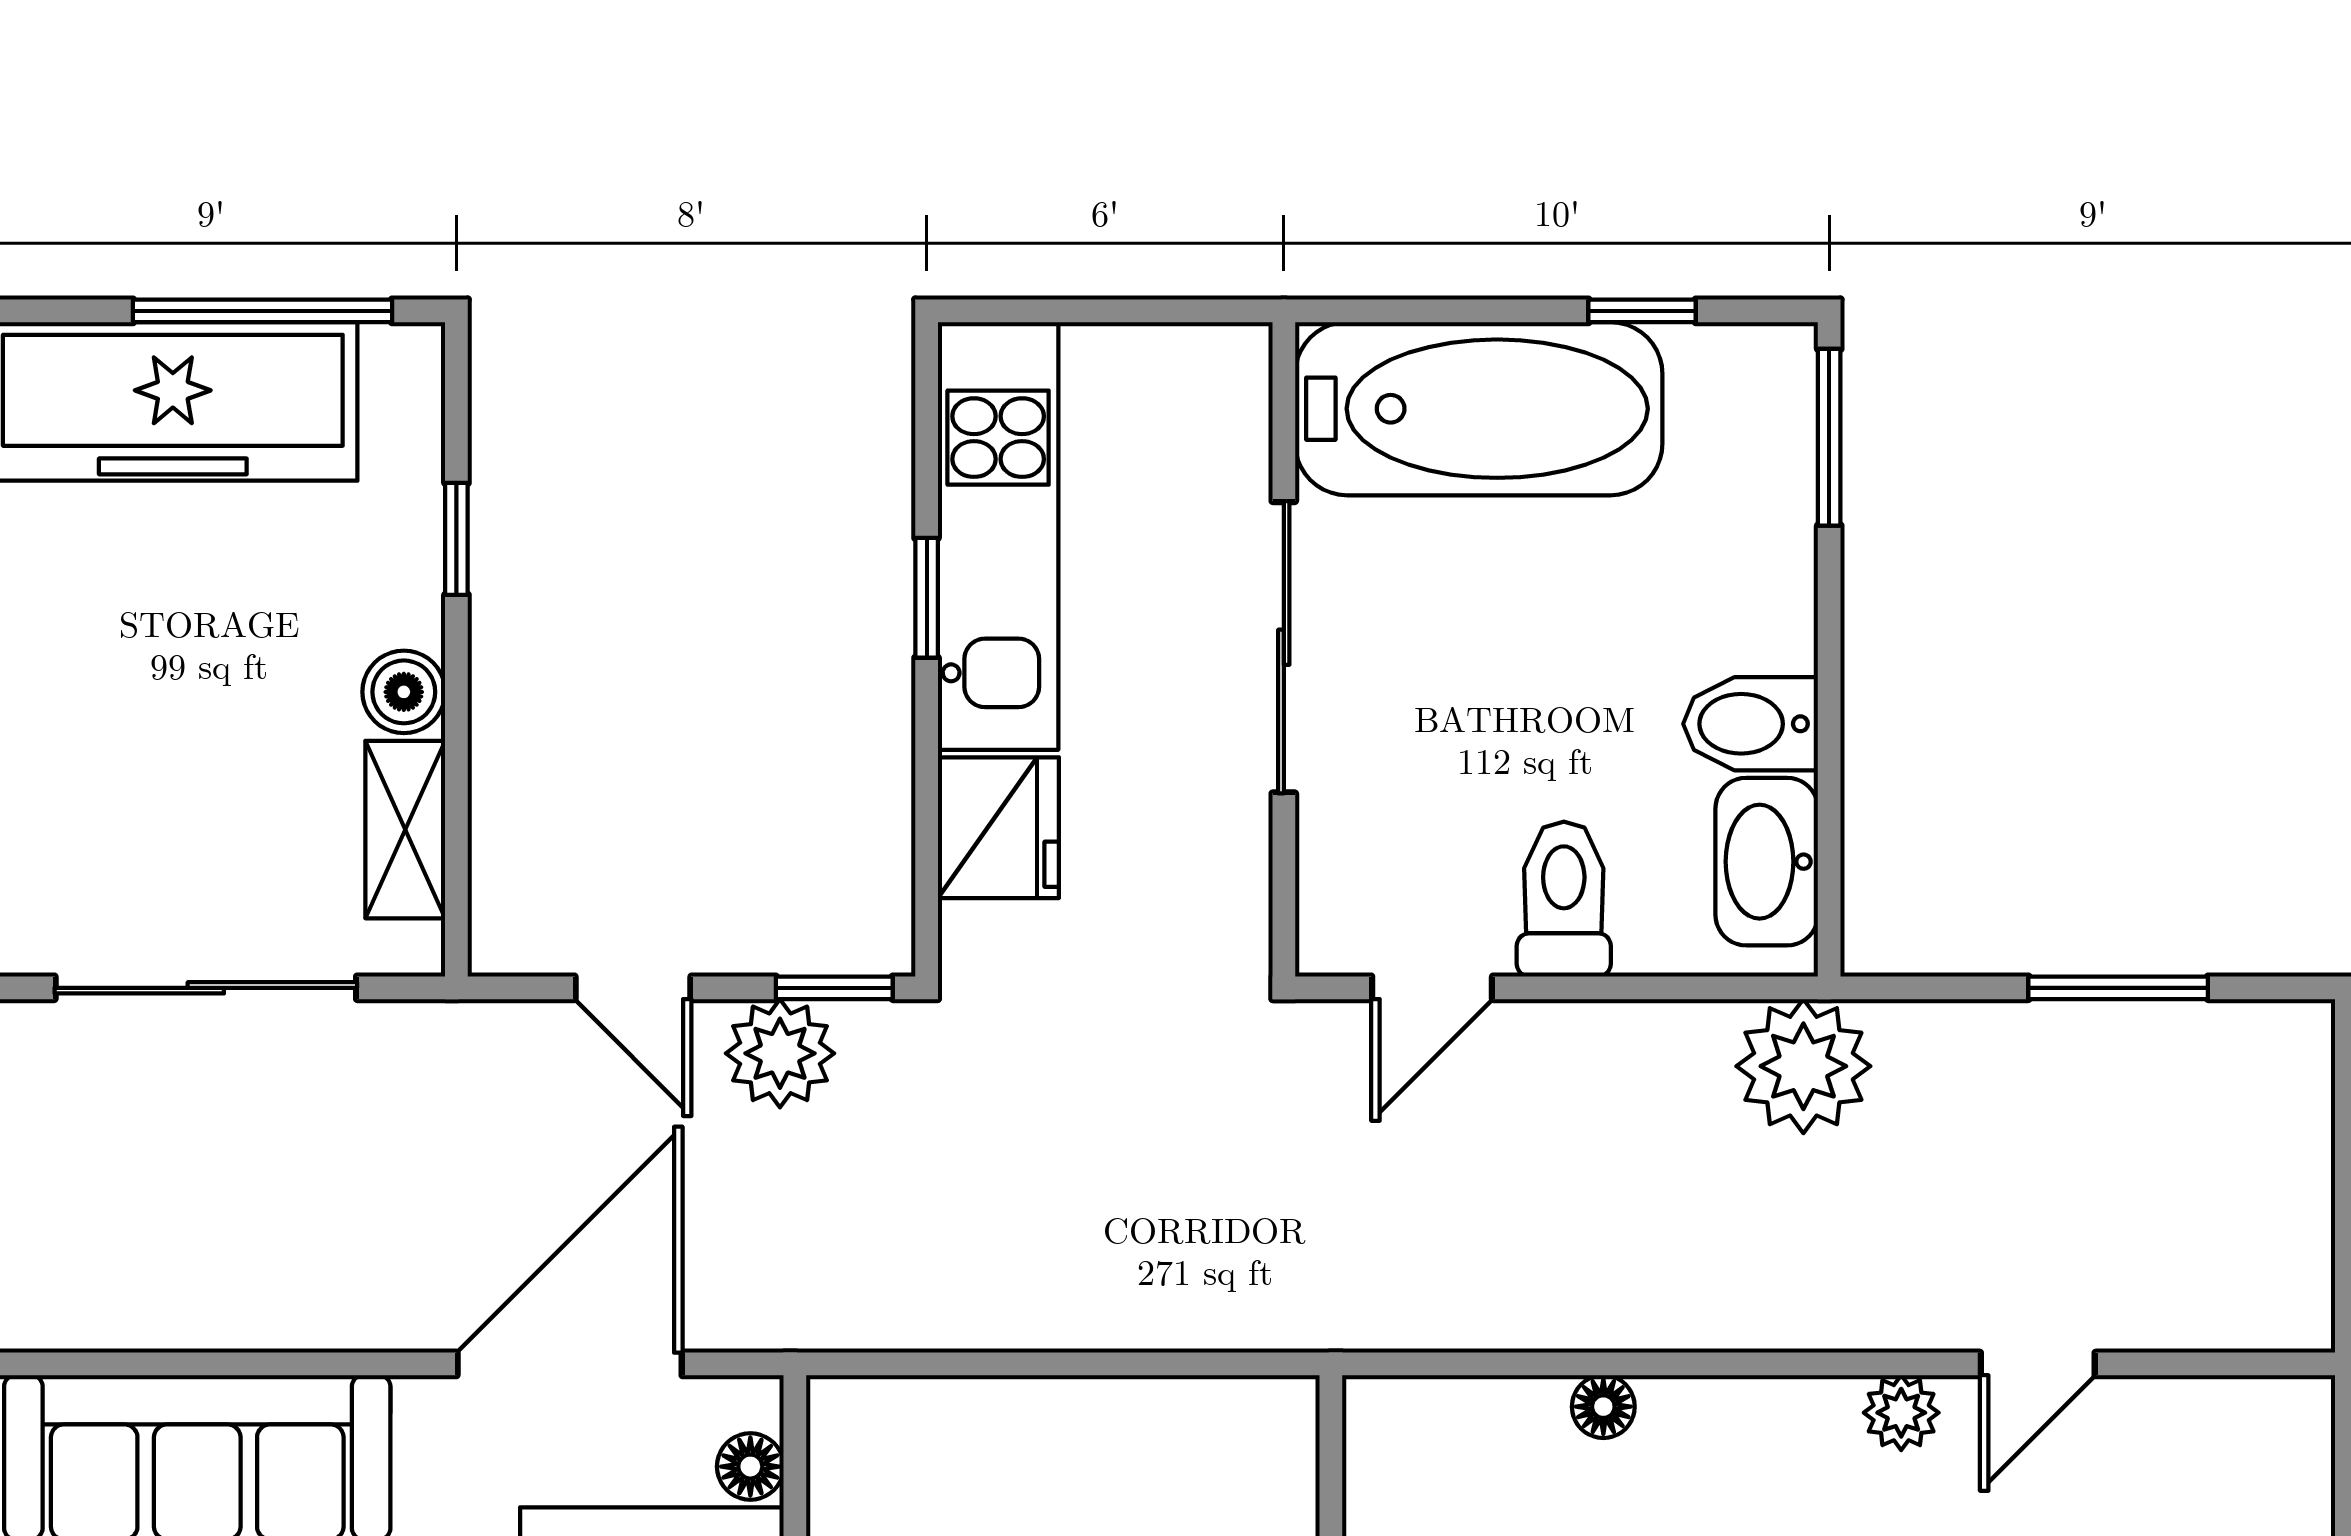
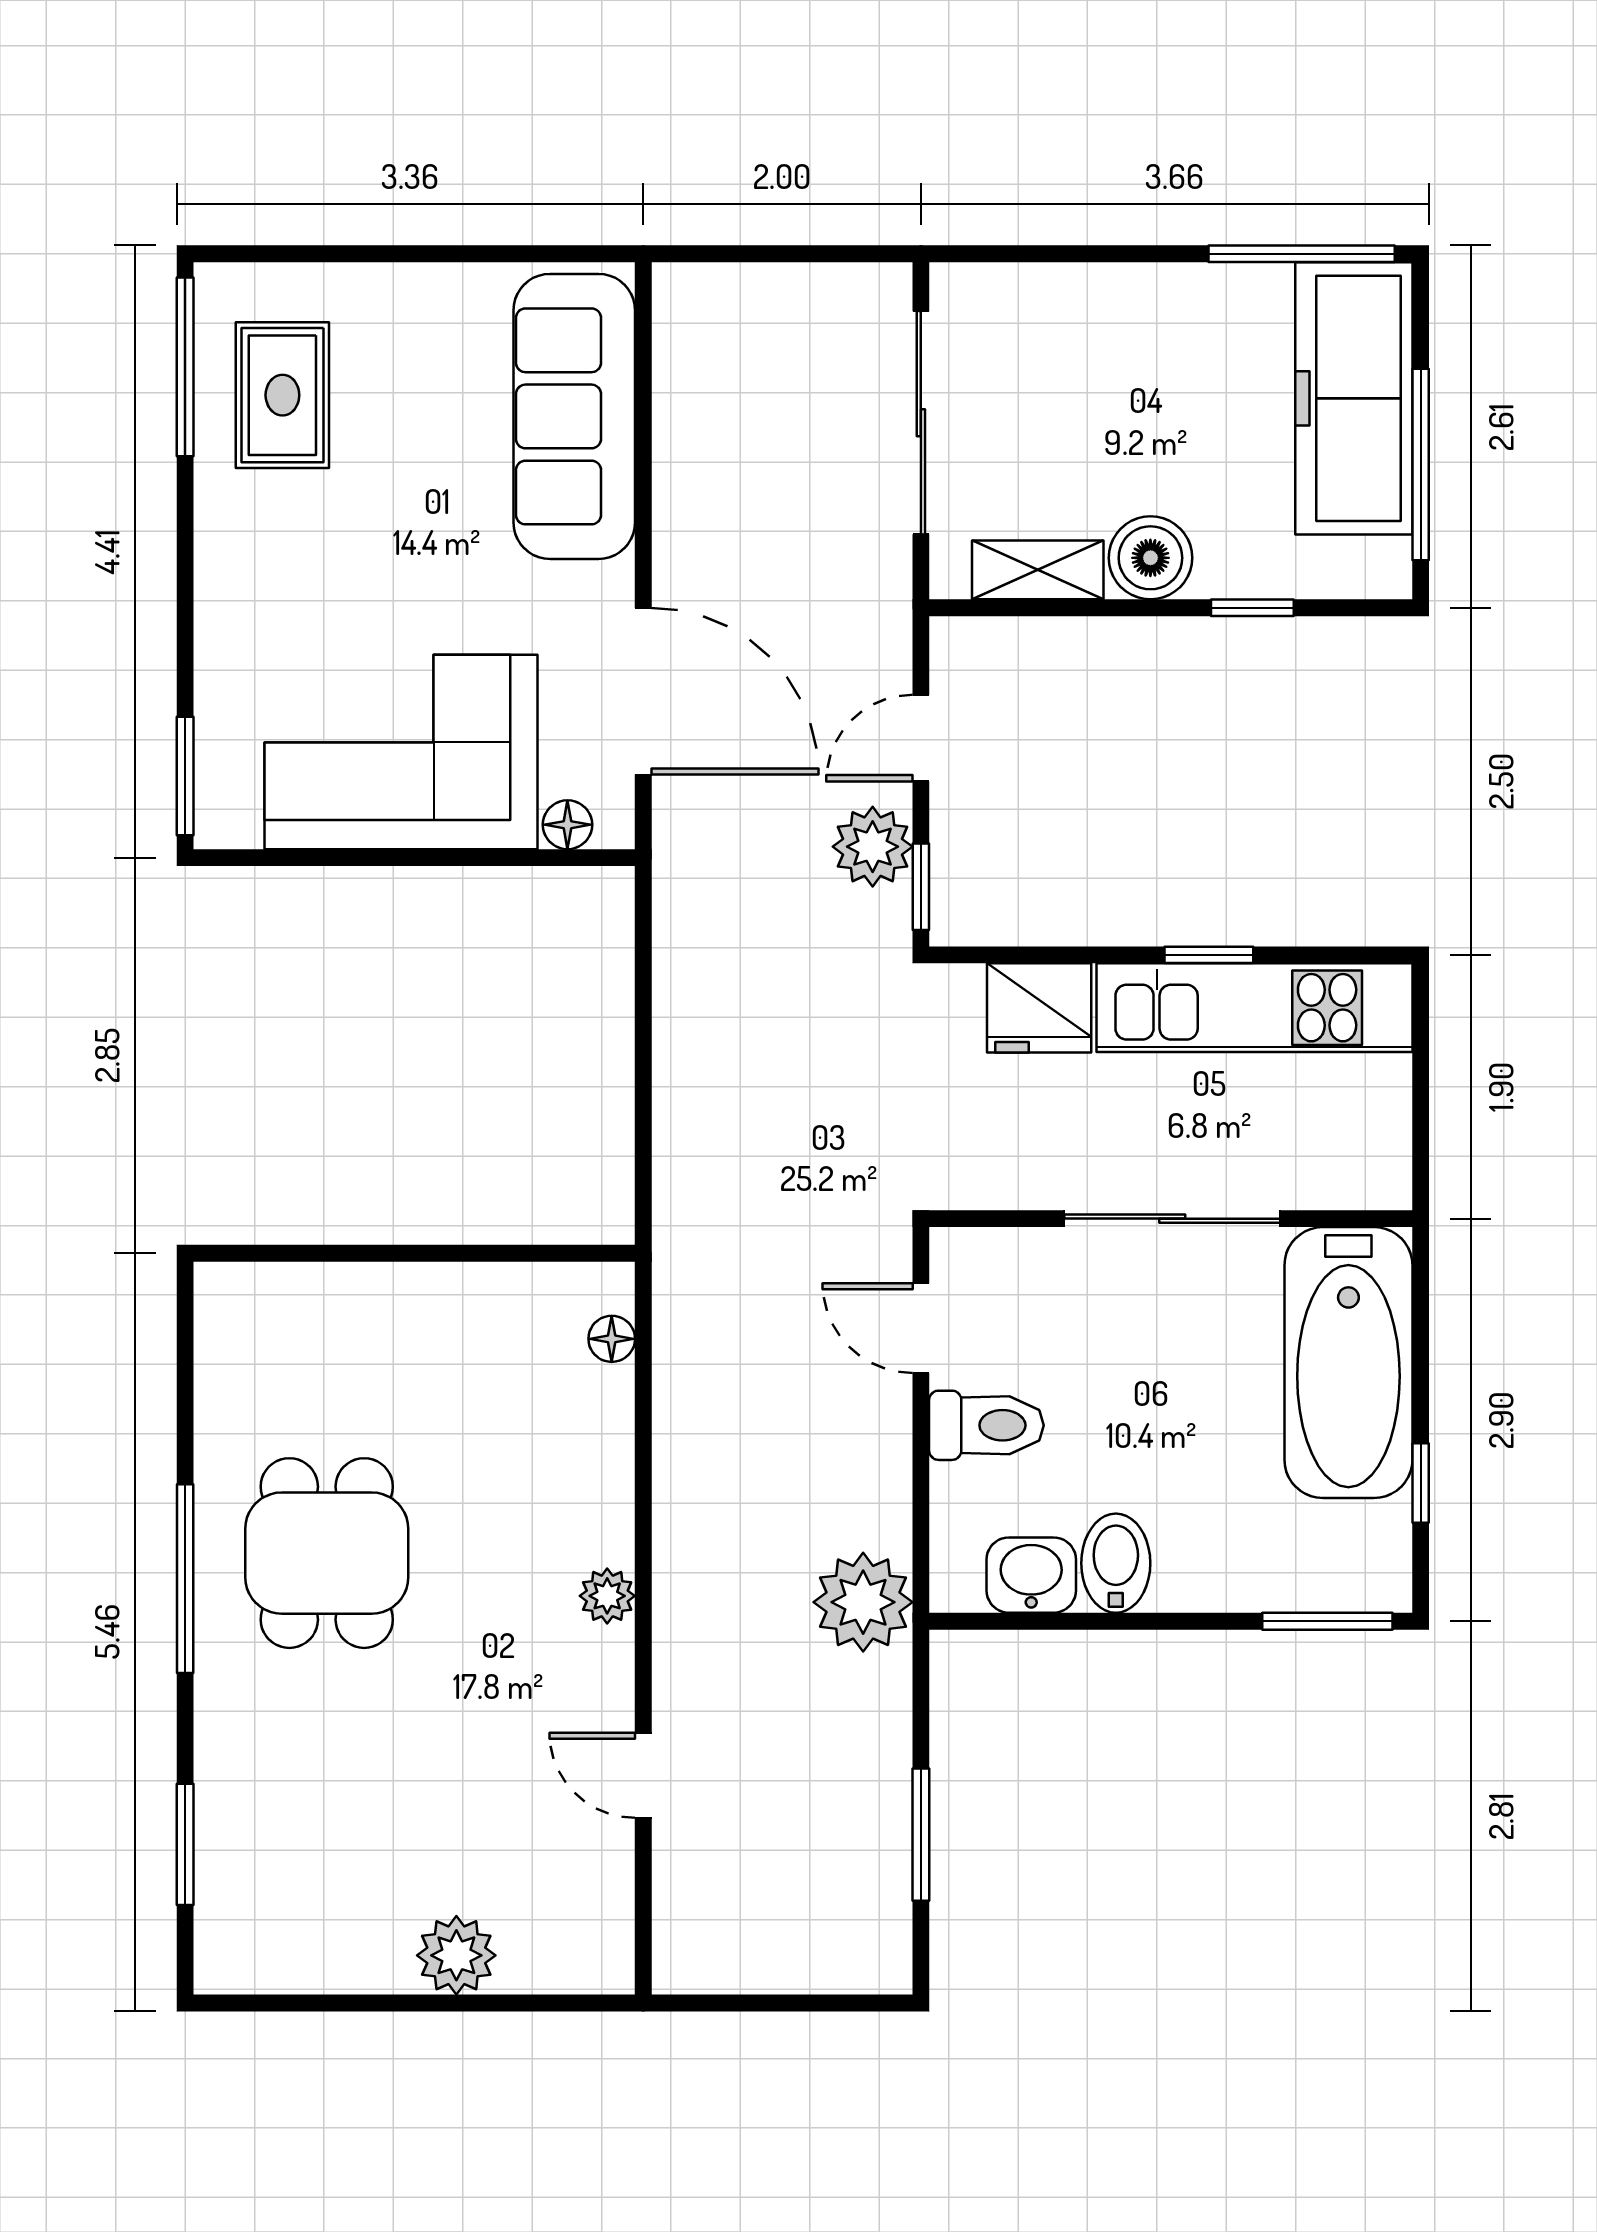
boiler: (404, 692) -> (1150, 558), width x1.36, depth x1.36
washbasin: (1767, 862) -> (1031, 1575), width x0.72
floor lamp: (1603, 1407) -> (612, 1339), moved
plant: (1901, 1413) -> (607, 1596), moved

